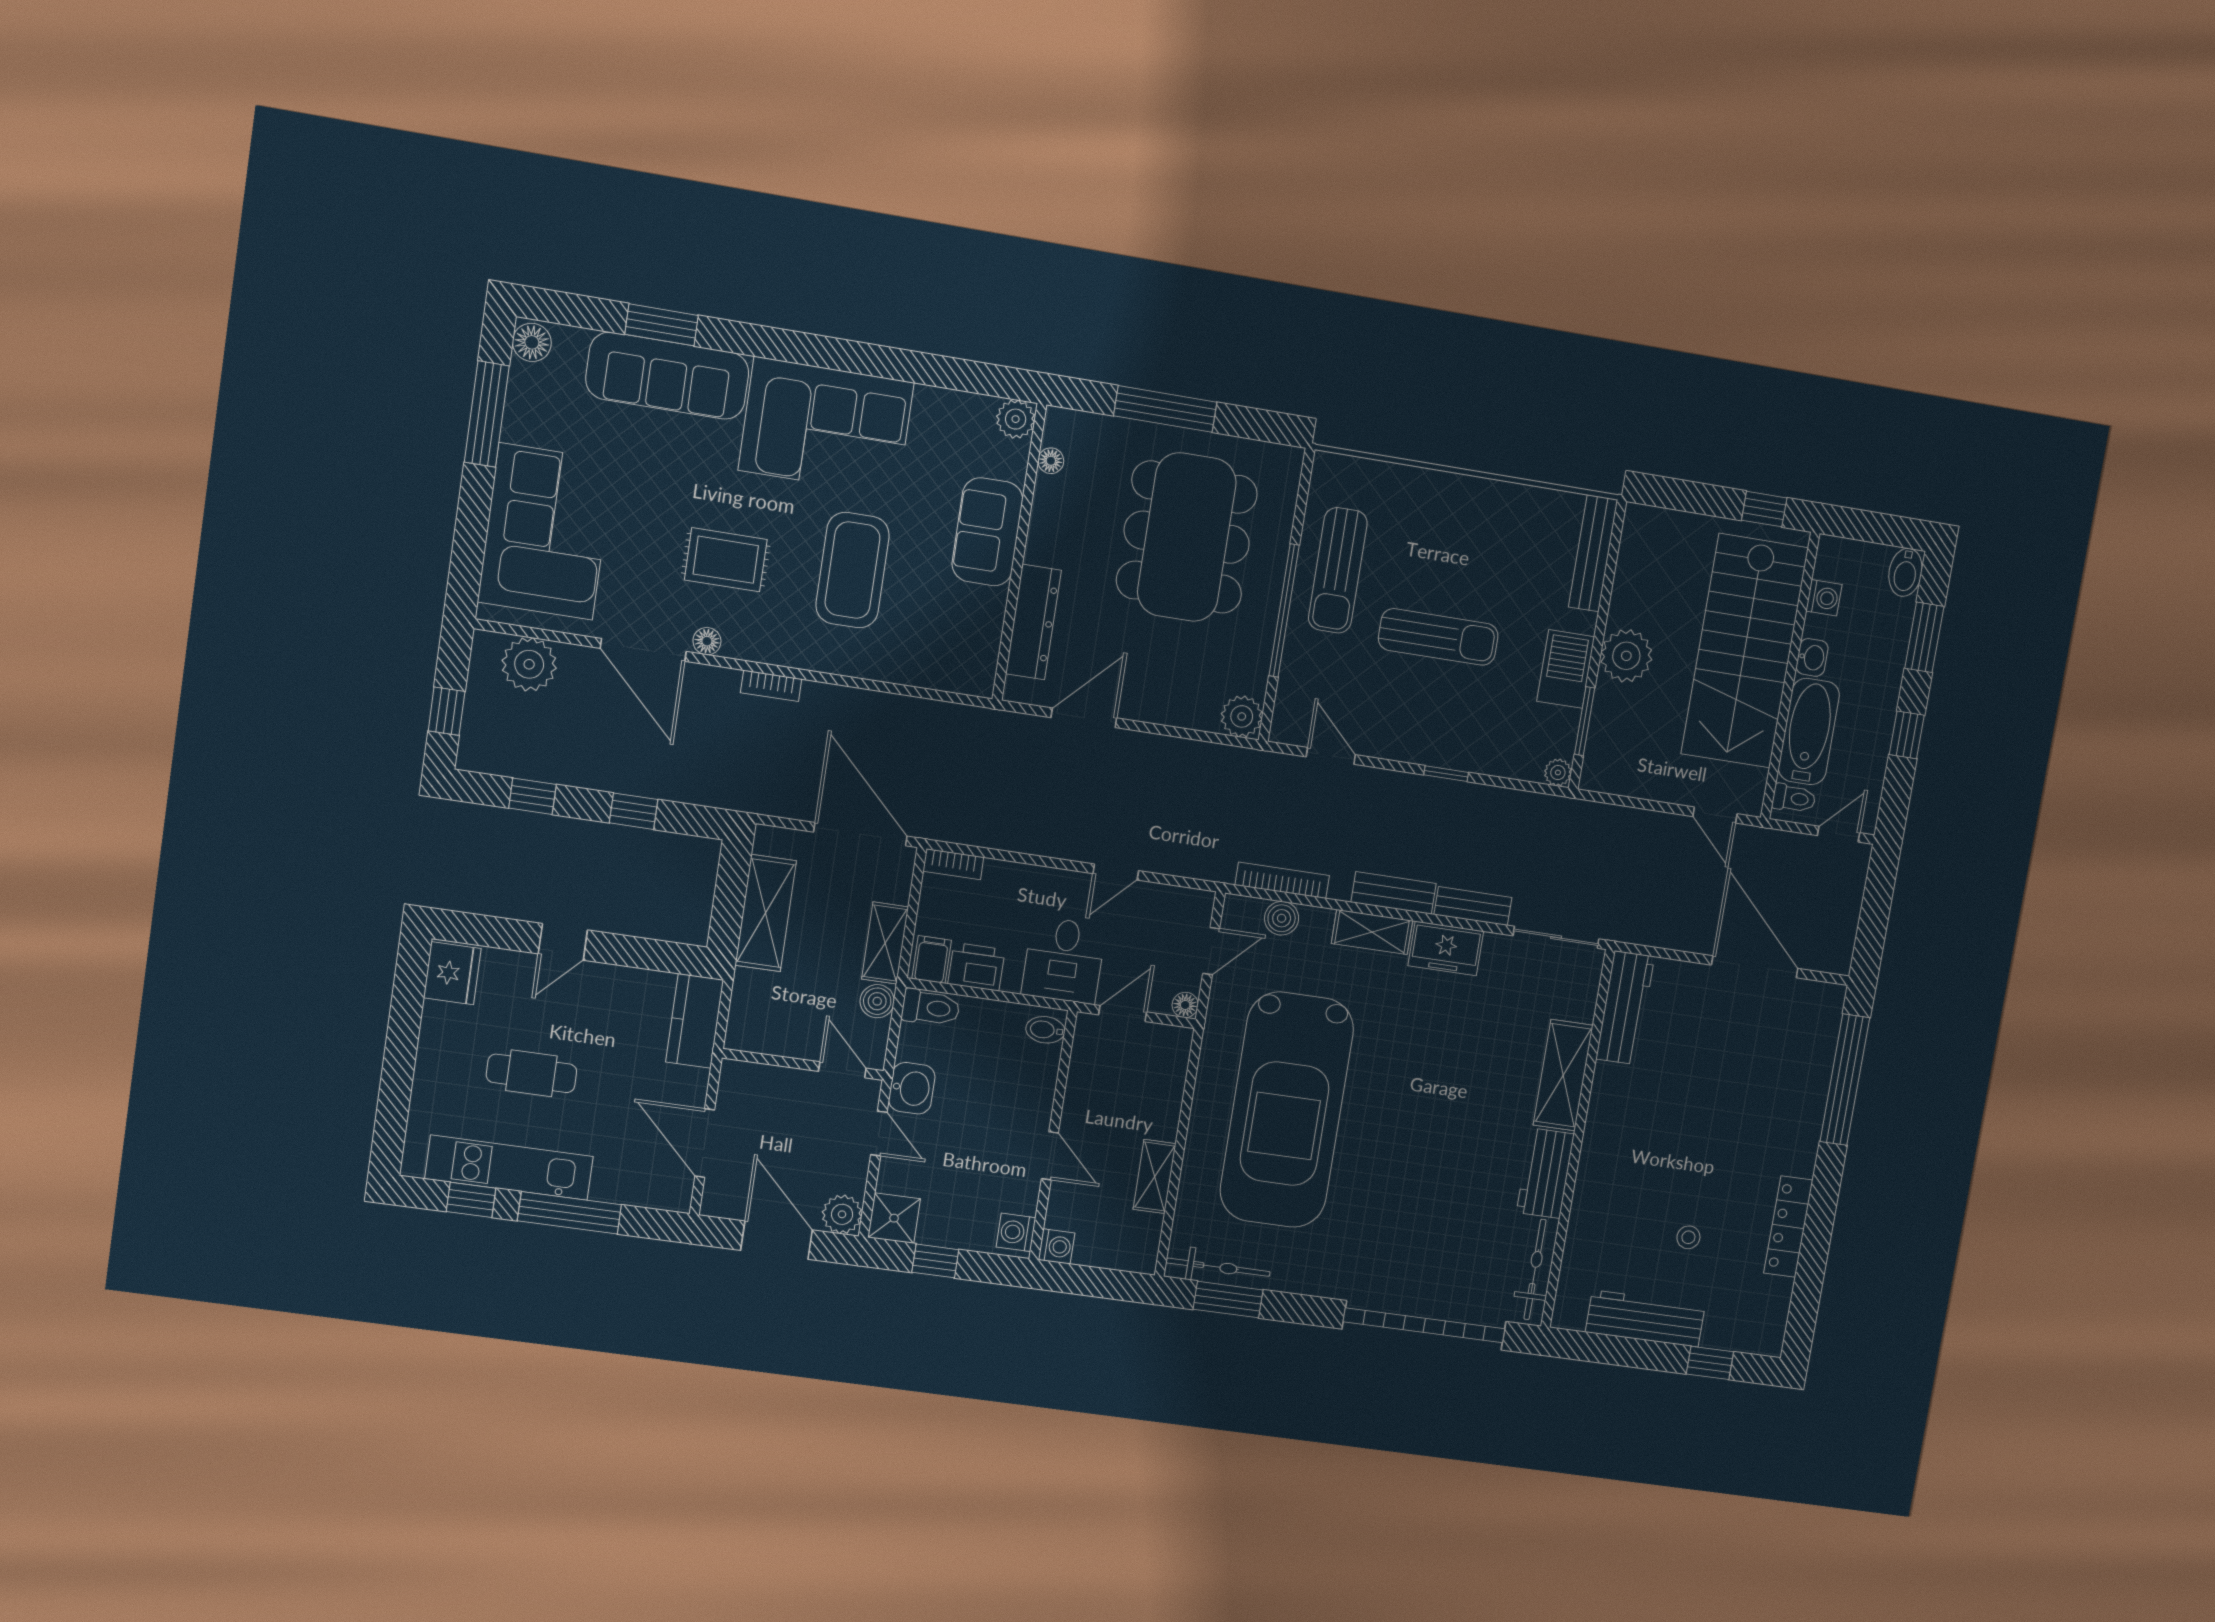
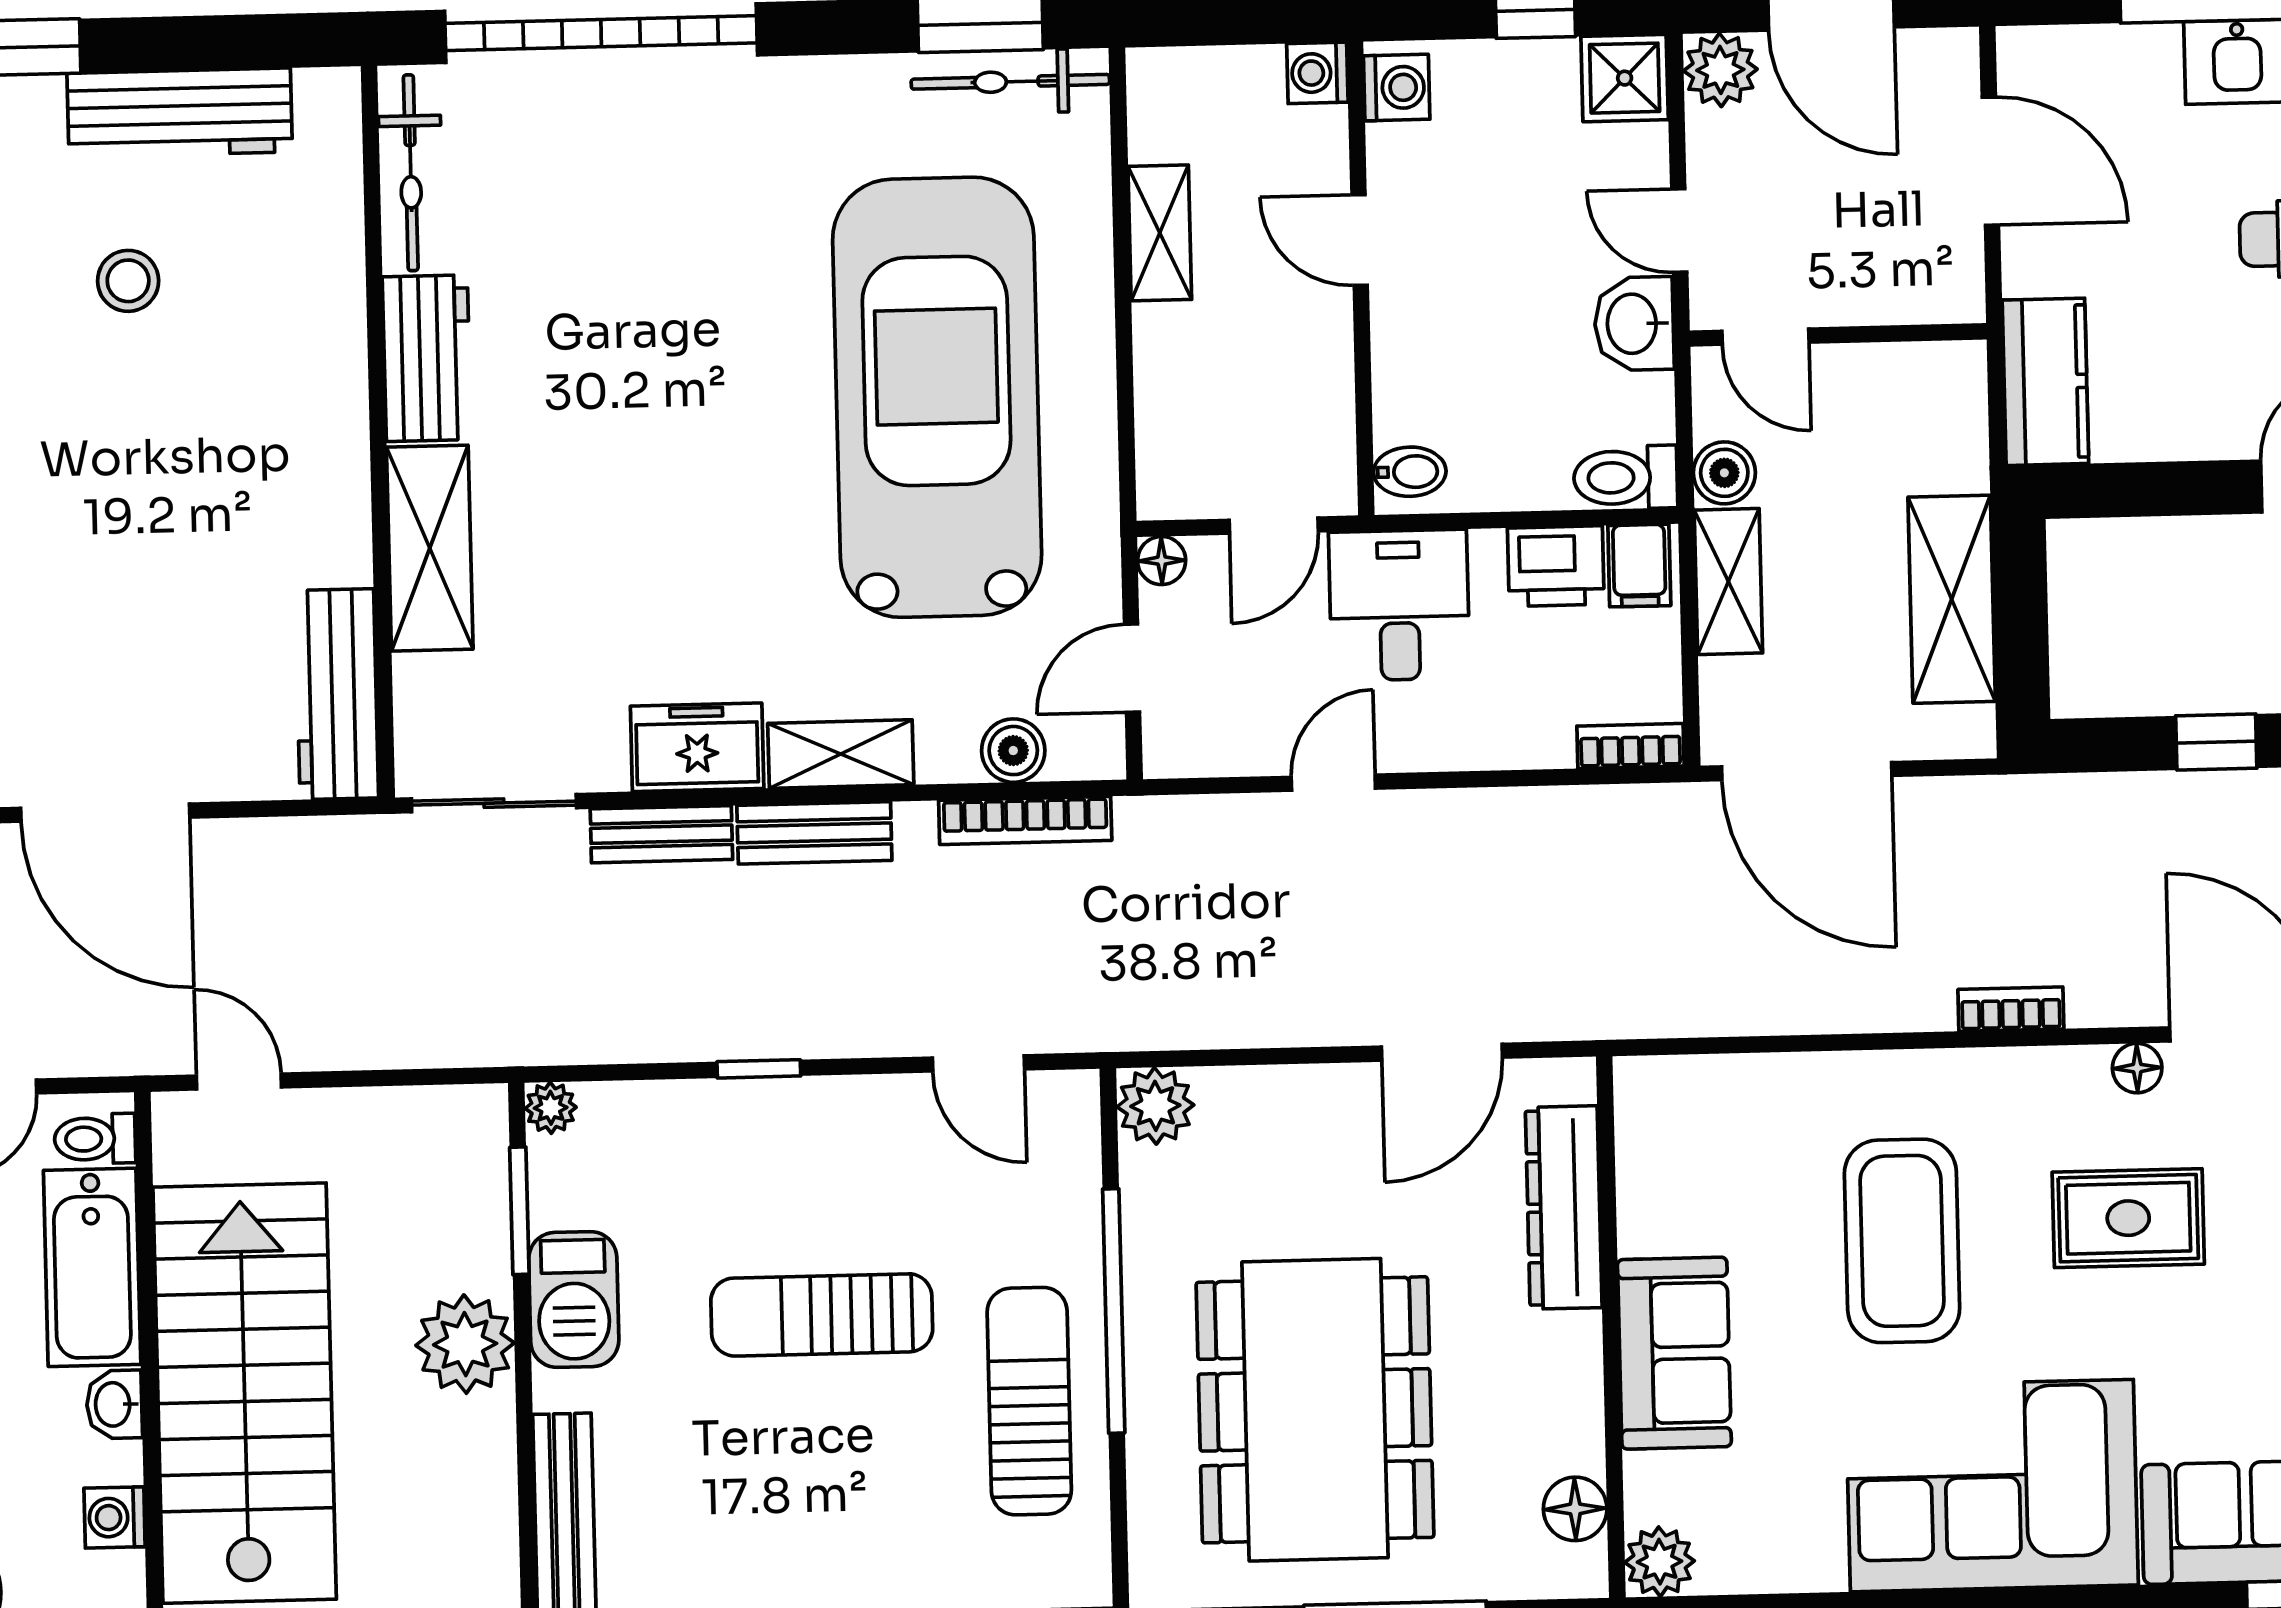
floor lamp: (1051, 461) -> (1575, 1509), width x1.37, depth x1.37
stool: (1688, 1237) -> (128, 281), width x1.37, depth x1.37

